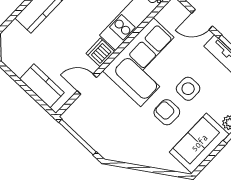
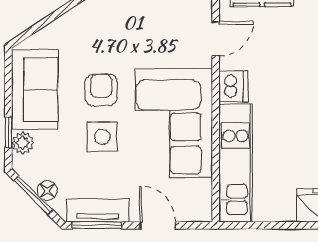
door: (202, 20) -> (158, 225), hinge flipped
armchair: (167, 112) -> (101, 90), turned -90

